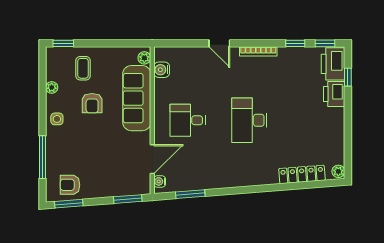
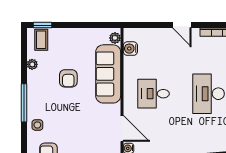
coffee table: (83, 68) -> (41, 40), moved
side table: (57, 119) -> (37, 125), moved
window: (43, 157) -> (24, 103), moved
door: (152, 159) -> (122, 128), hinge flipped

